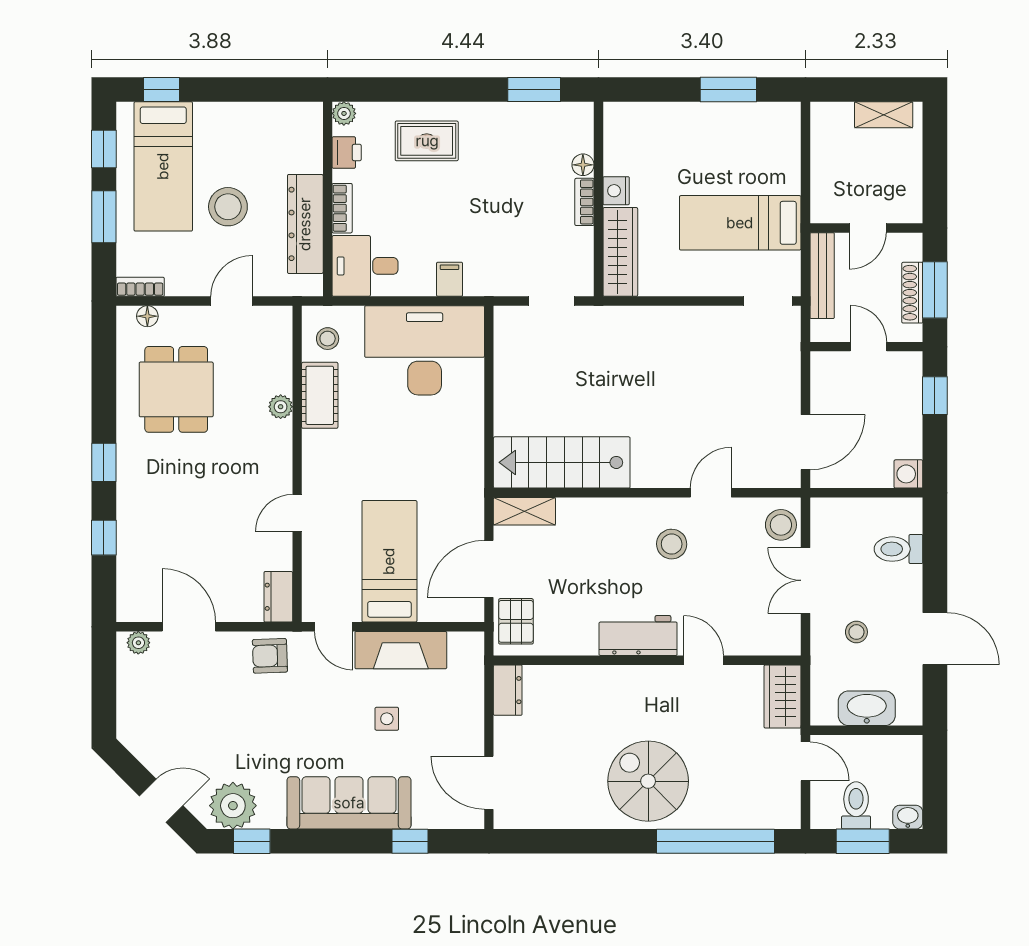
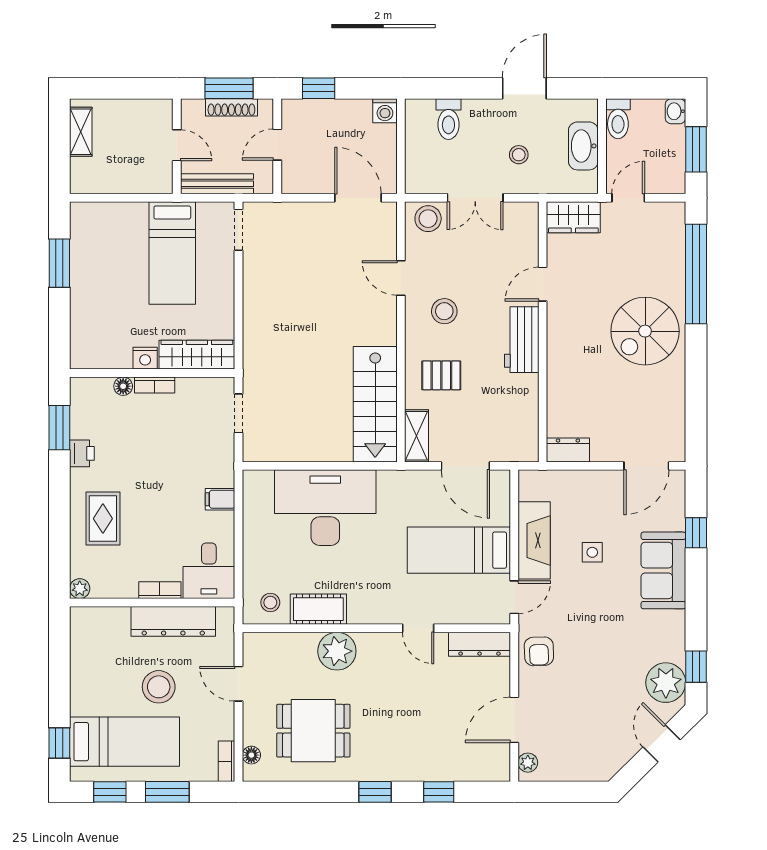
printer: (347, 153) -> (82, 453), moved, turned 90
desk: (425, 350) -> (325, 508), moved, turned 90
plant: (281, 407) -> (337, 651), width x1.87, depth x1.87
dresser: (278, 597) -> (480, 644), width x1.44
pallet: (516, 621) -> (441, 375), moved
sofa: (349, 803) -> (663, 570), width x0.73
toilet: (856, 805) -> (618, 119), moved, turned -90

